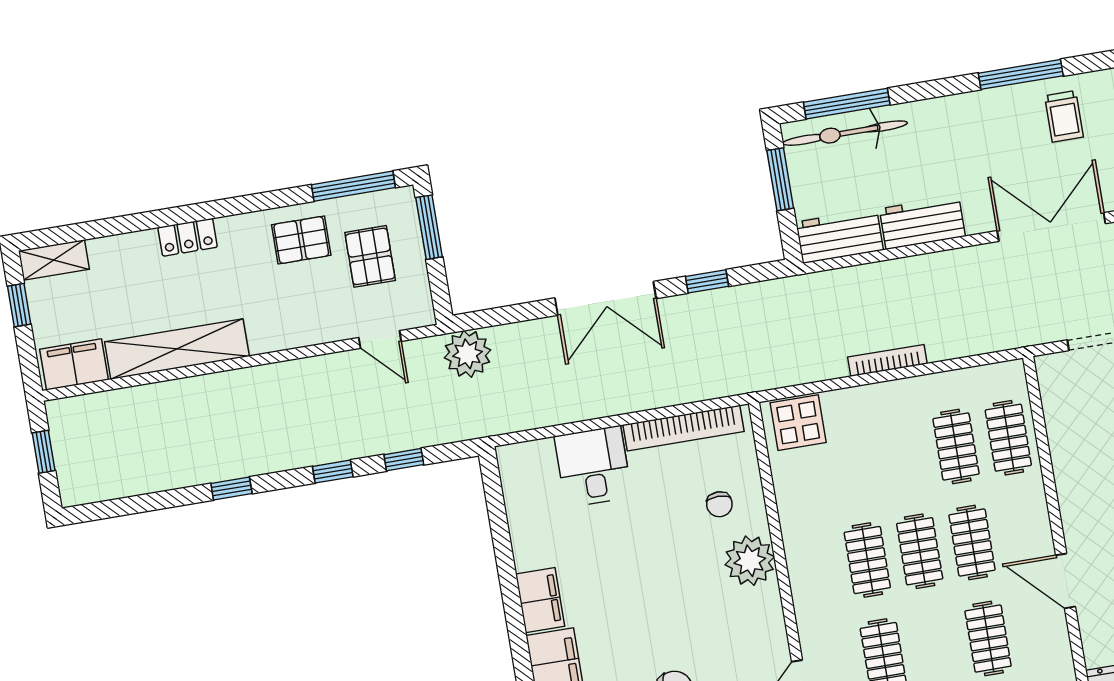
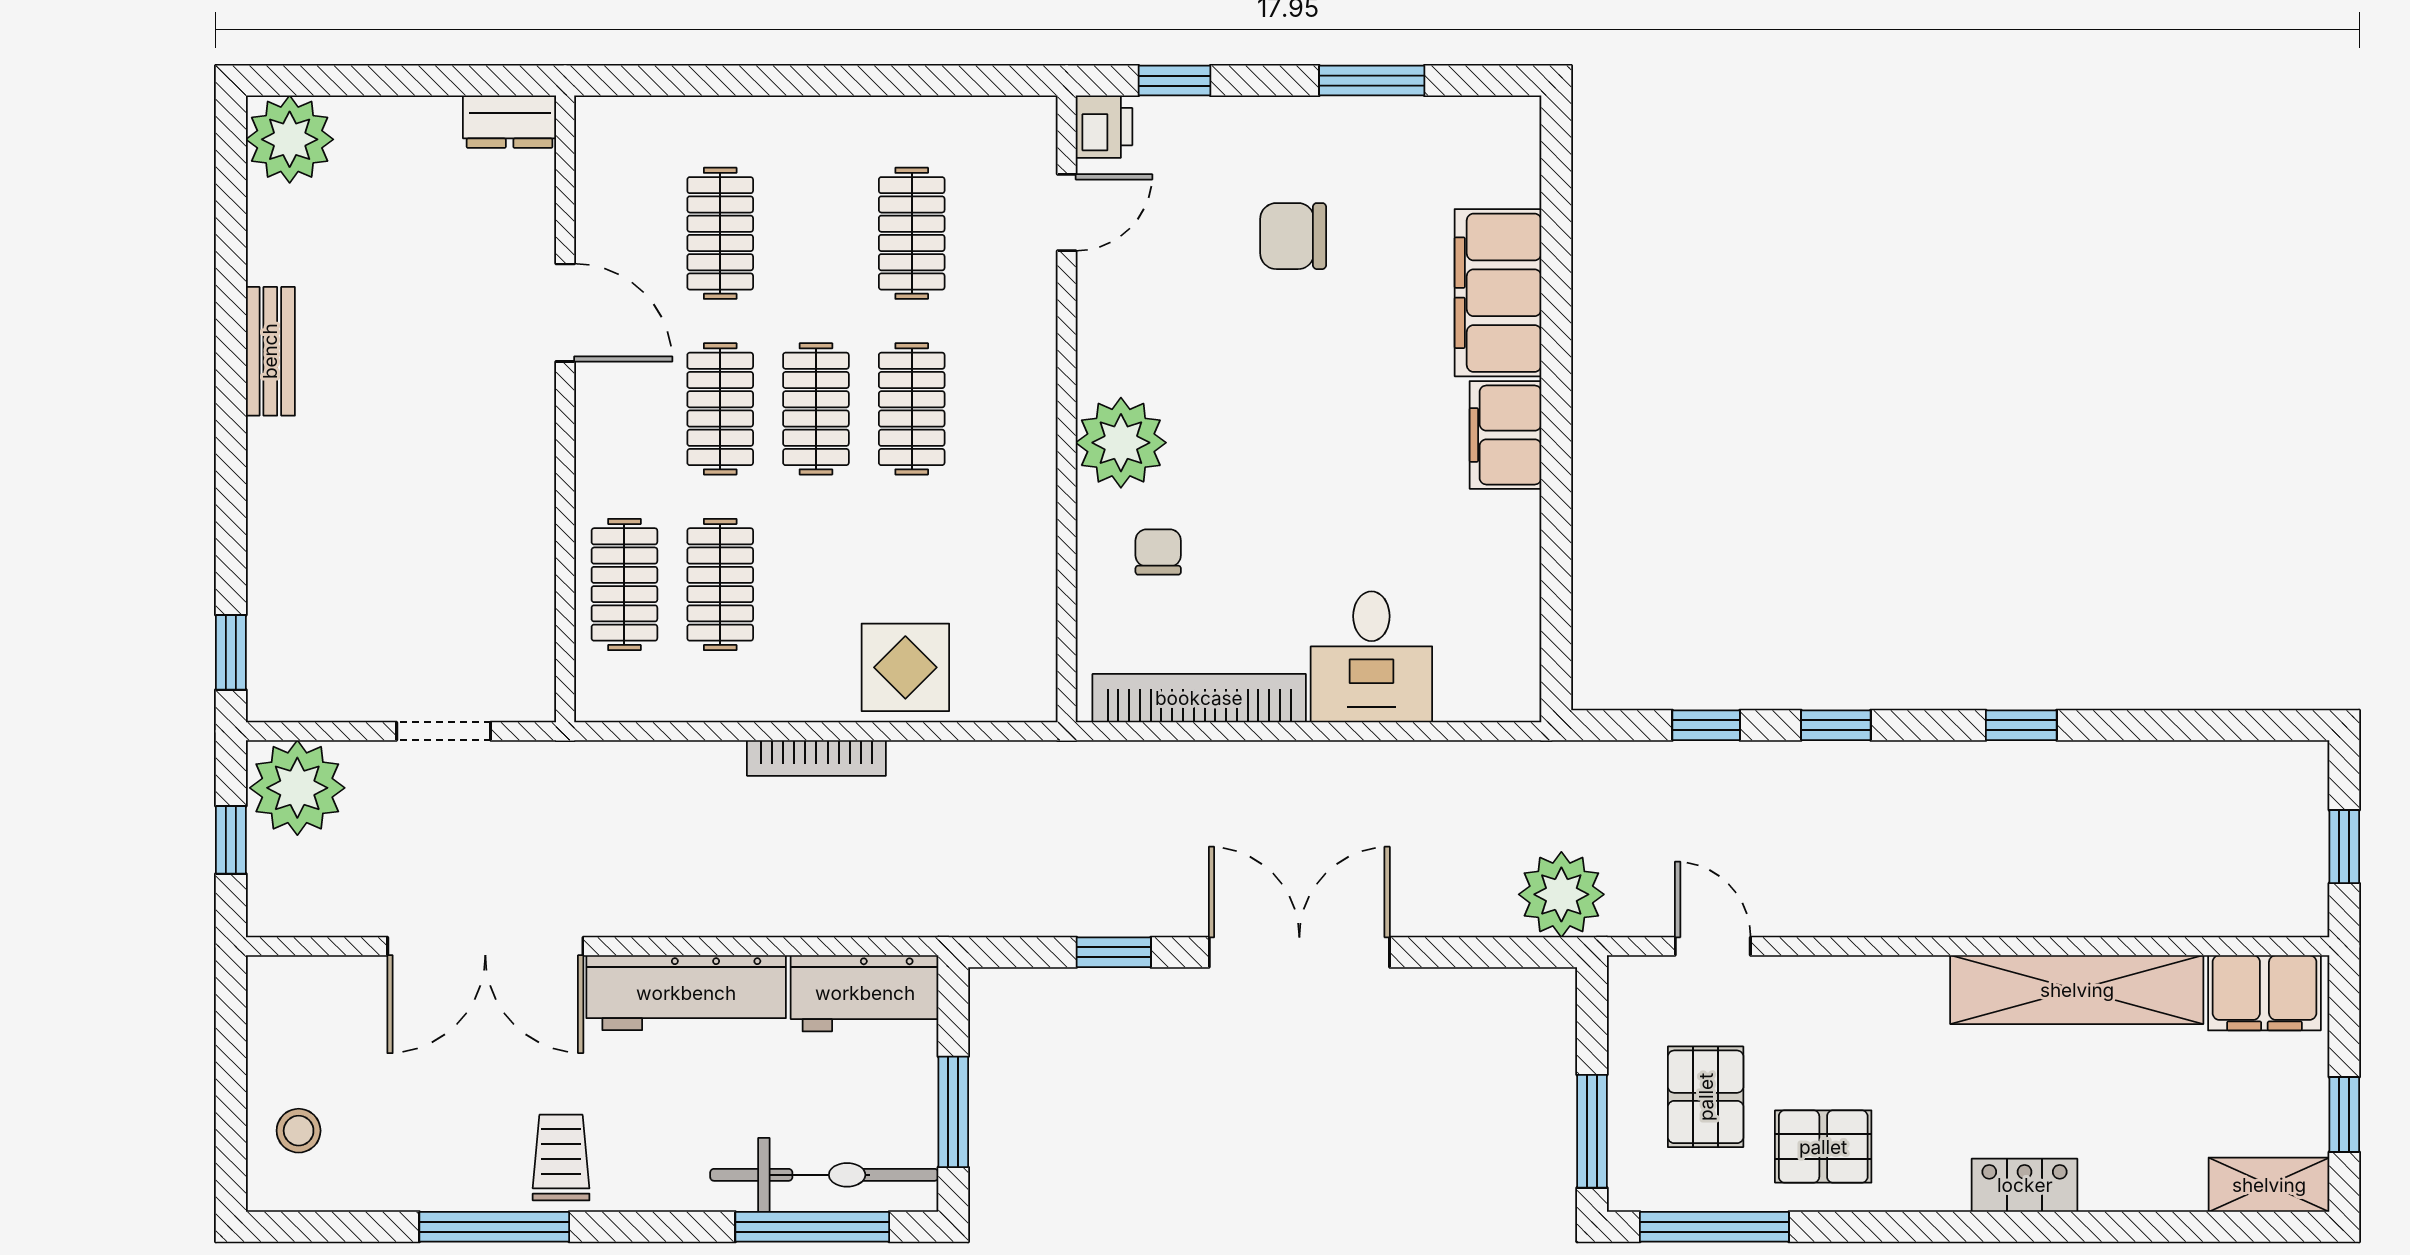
trolley: (1064, 116) -> (561, 1158), moved
workbench: (922, 223) -> (686, 993), width x1.38
display table: (798, 423) -> (905, 667), moved

